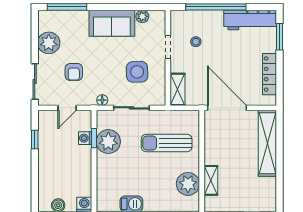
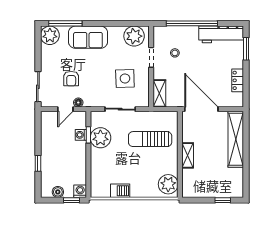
plant: (142, 16) -> (134, 36), width x1.88, depth x1.88
sofa: (112, 23) -> (88, 37), moved
plant: (49, 43) -> (50, 35), moved
locker: (270, 74) -> (238, 80), width x0.66
floor lamp: (102, 100) -> (78, 103), moved
window: (35, 139) -> (38, 163), moved
shelving: (211, 180) -> (188, 155), moved
plant: (188, 184) -> (168, 184), moved

